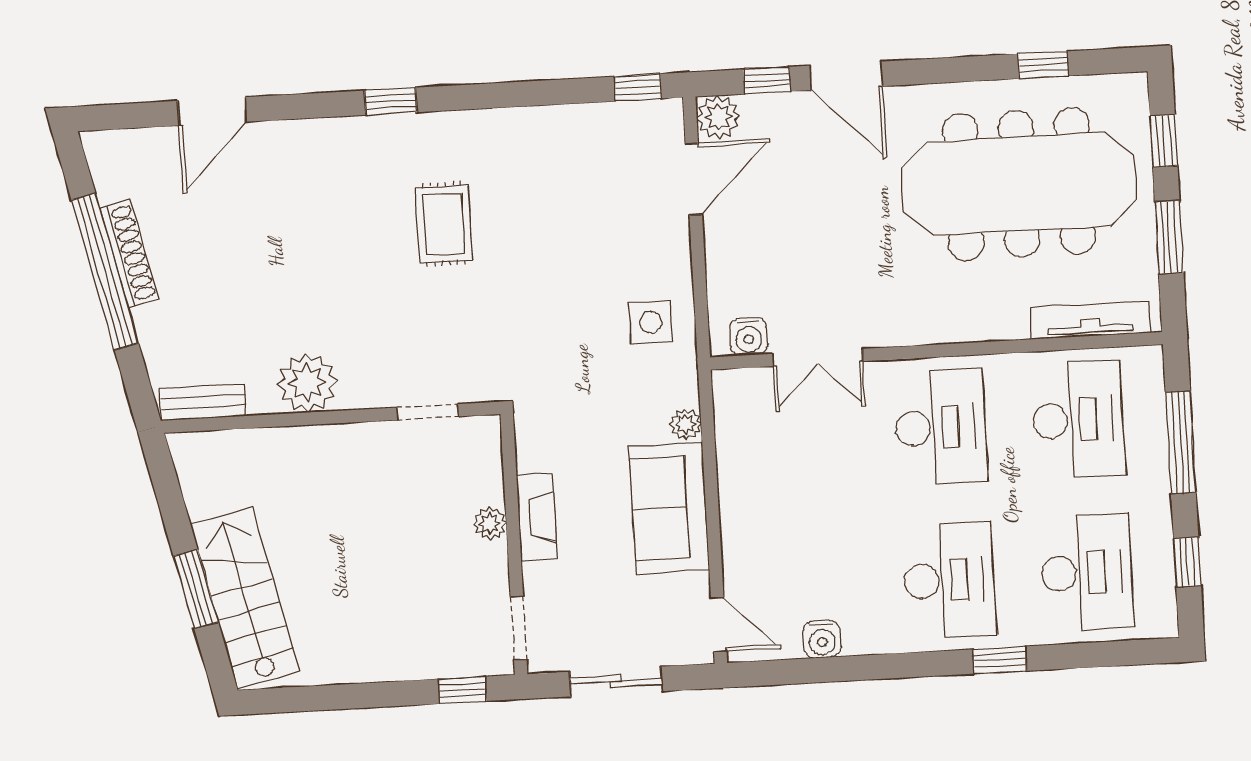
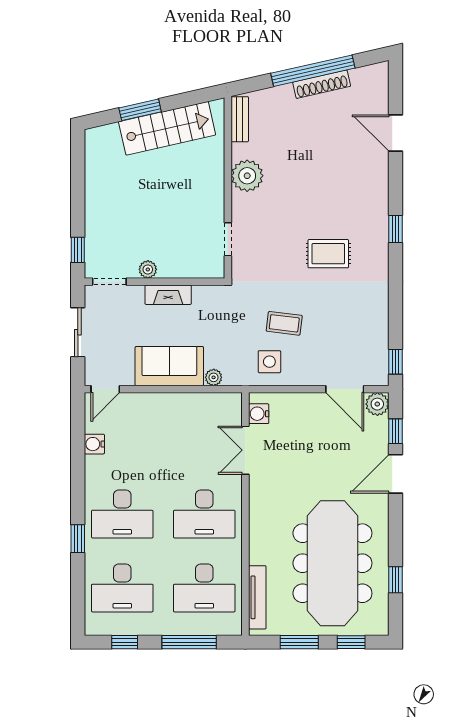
coffee table: (578, 299) -> (284, 323), added
plant: (490, 523) -> (148, 269), moved
stairs: (245, 598) -> (167, 128), moved

